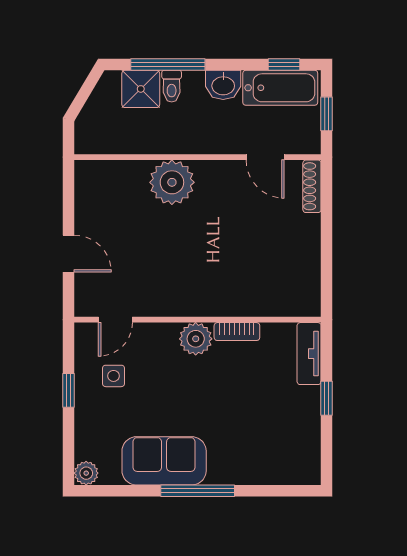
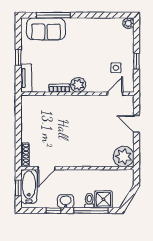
window: (284, 65) -> (53, 211), moved
bathtub: (280, 88) -> (29, 187), moved, turned 90
door: (265, 157) -> (46, 168), swing flipped
plant: (172, 182) -> (124, 157), moved
sofa: (164, 461) -> (46, 29), moved
window: (198, 491) -> (53, 15), moved

